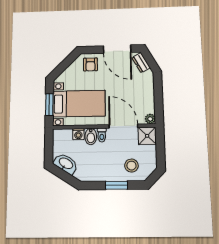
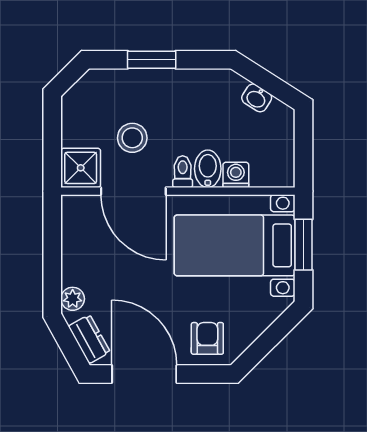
plant: (150, 119) -> (73, 299), moved
washbasin: (66, 164) -> (257, 98), width x0.52, depth x0.69
stool: (131, 166) -> (132, 138), moved

